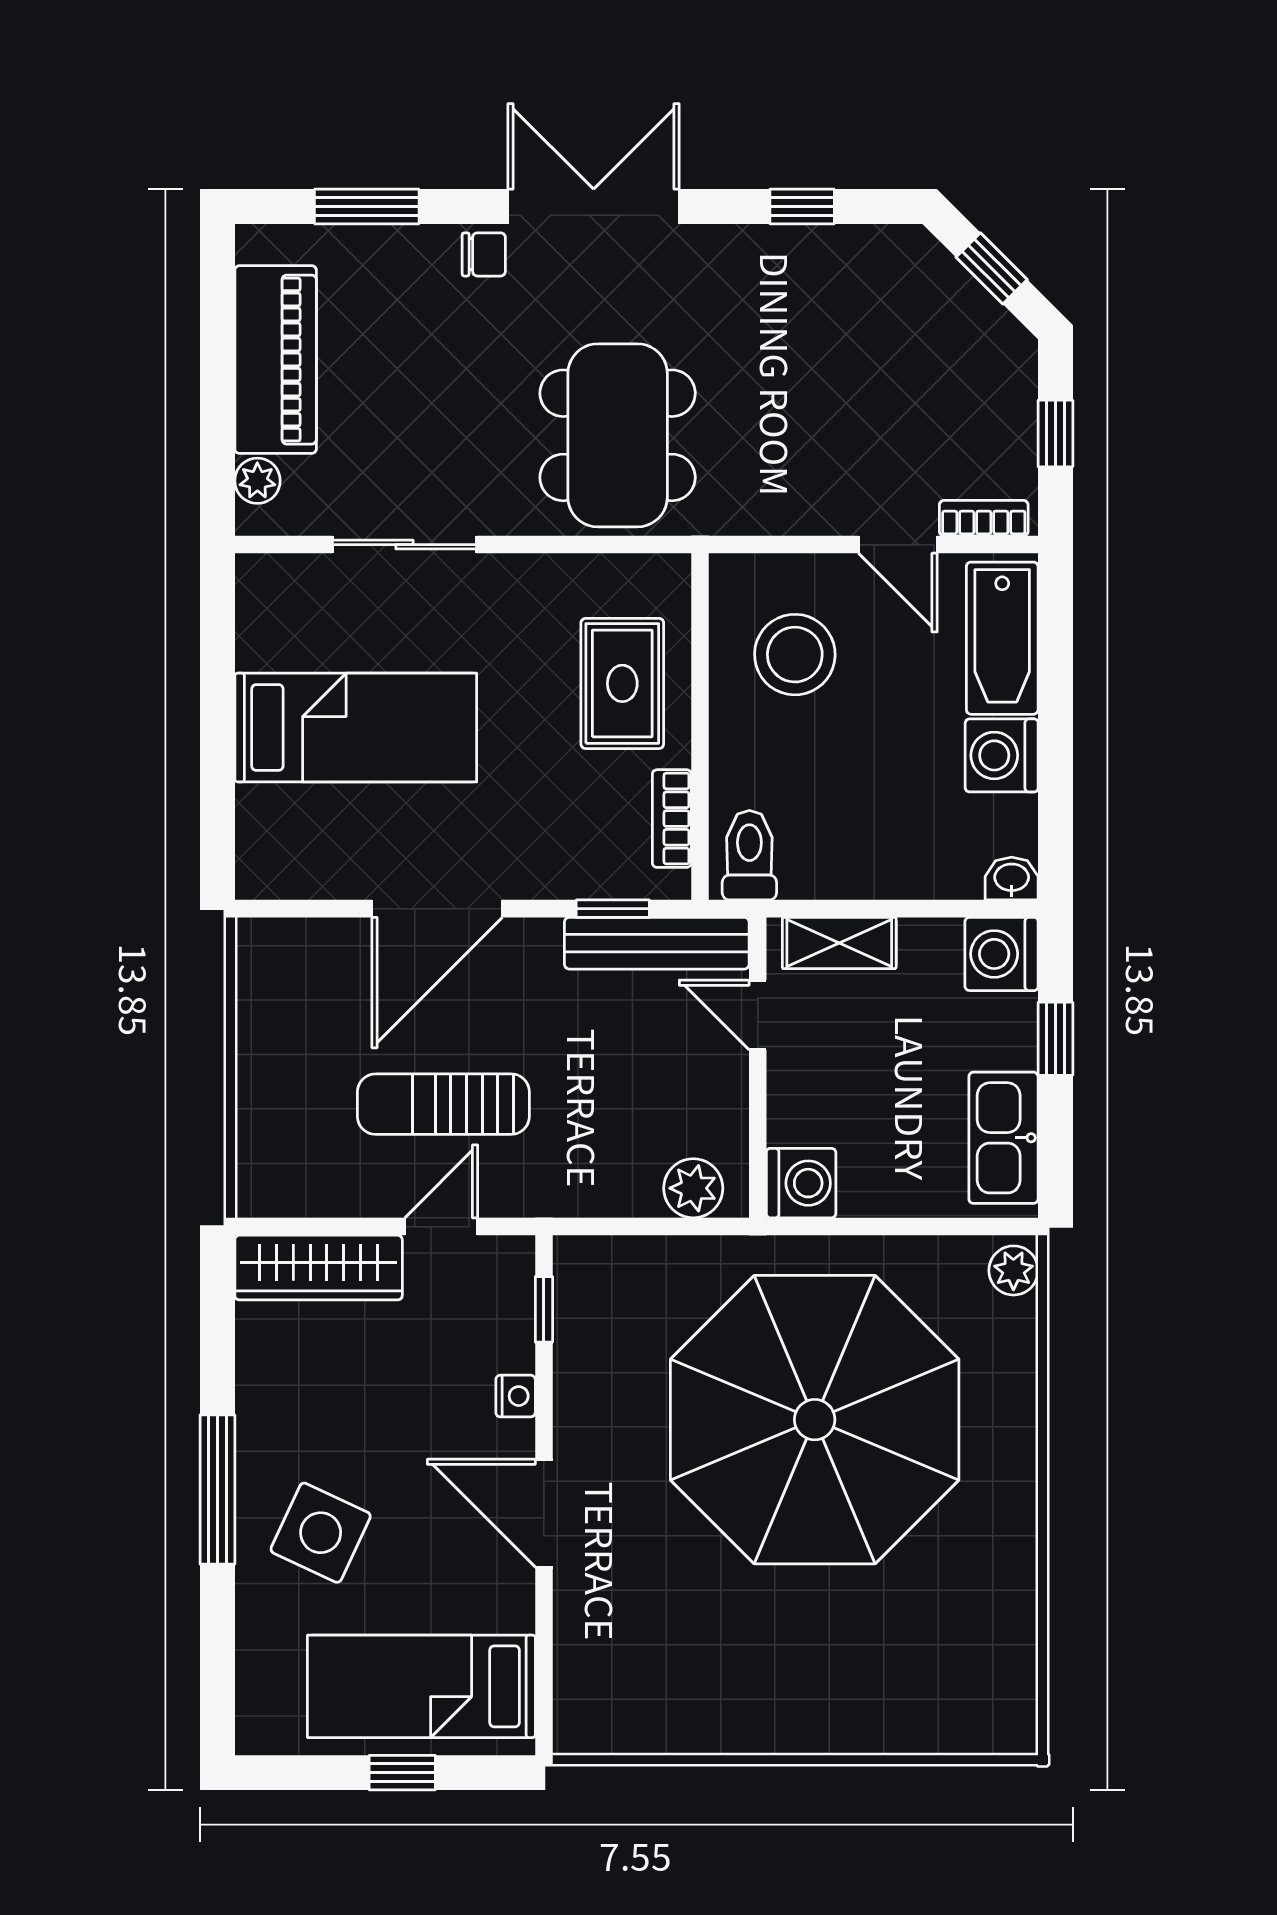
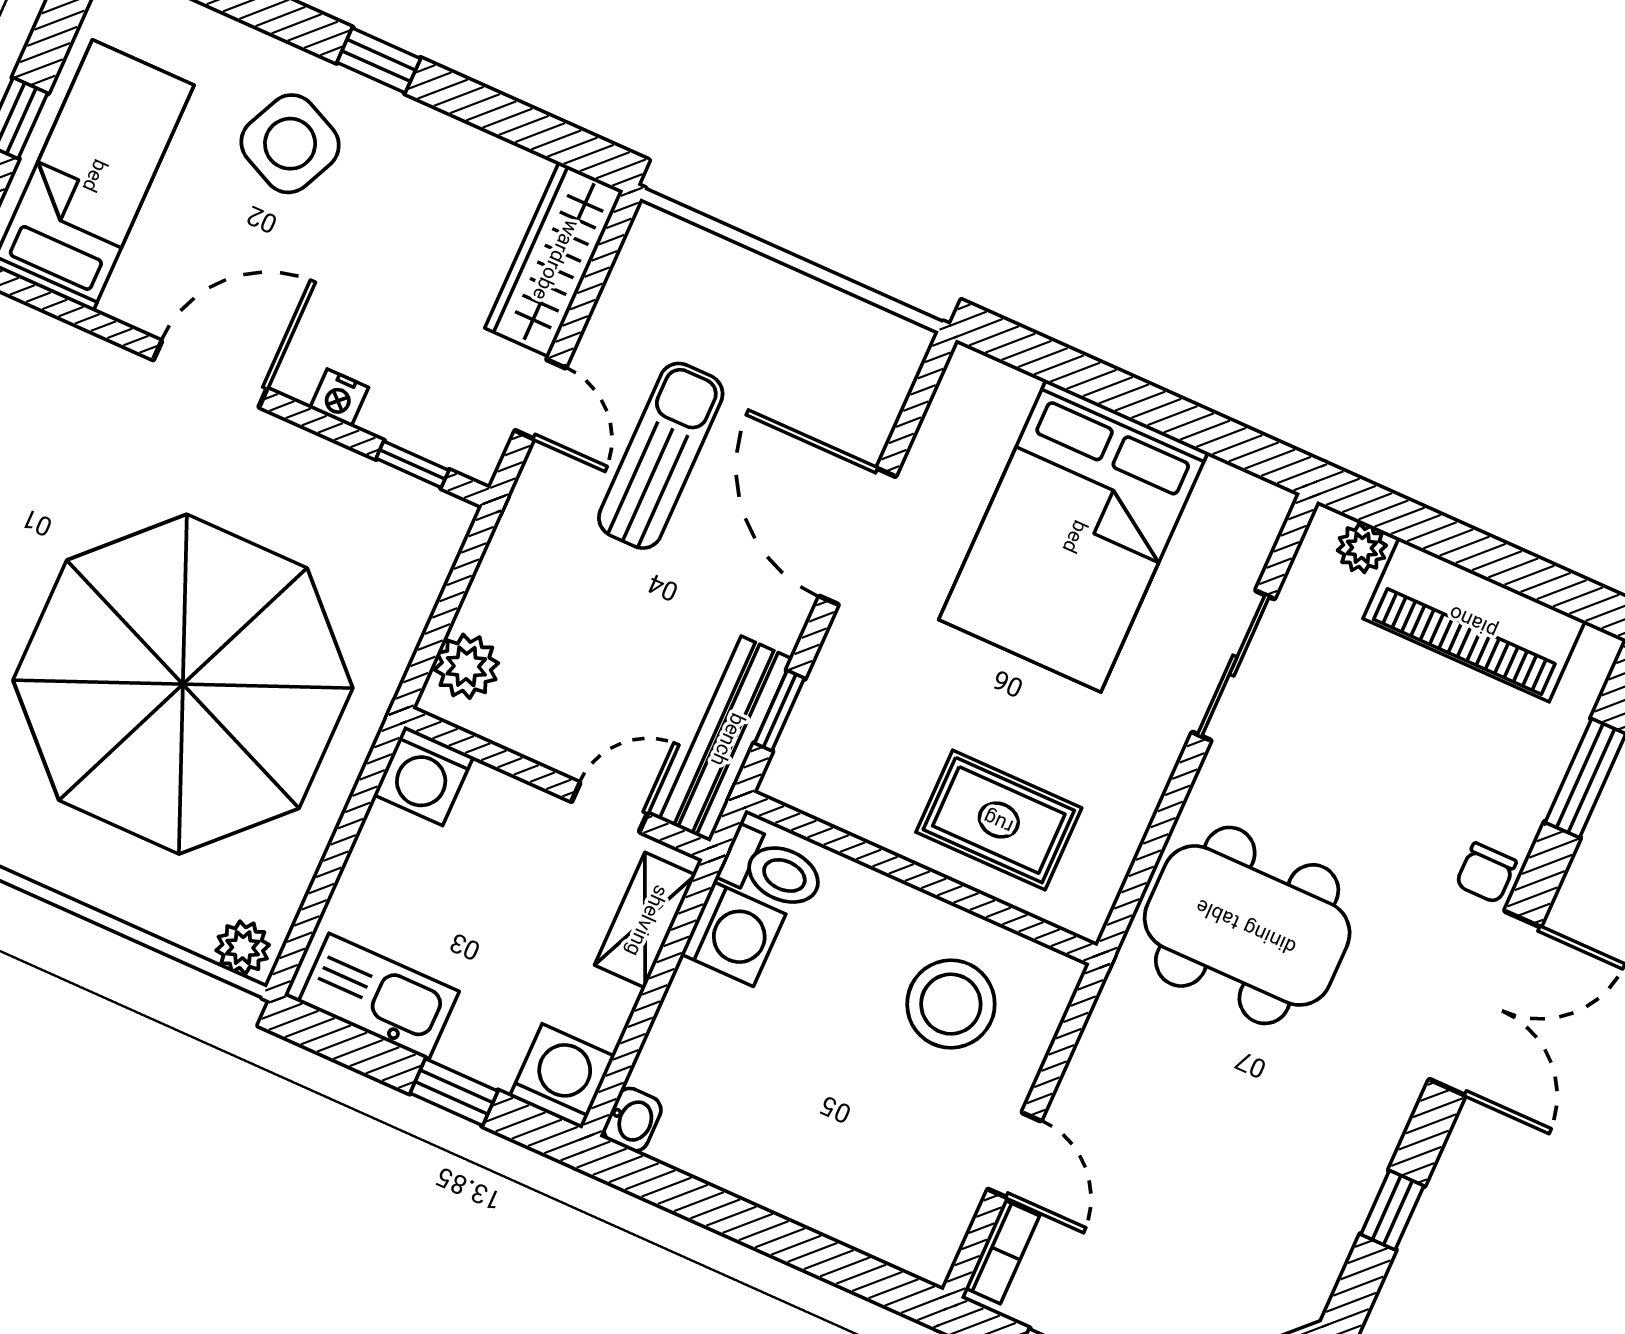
door: (898, 545) -> (1014, 1155), swing flipped
bathtub: (1002, 638) -> (875, 1217), removed
bed: (356, 727) -> (1073, 536), width x1.50
washing machine: (1002, 755) -> (733, 934), moved, turned 90
bookcase: (672, 819) -> (843, 809), removed
window: (217, 1490) -> (379, 60), width x0.46

